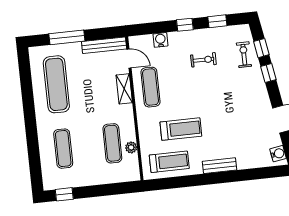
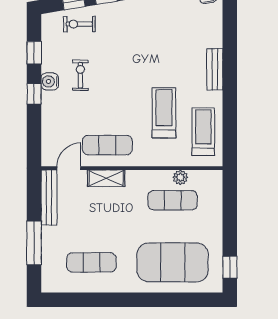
water cooler: (160, 40) -> (50, 81), moved
exercise mat: (56, 84) -> (91, 262), width x0.73, depth x0.69
exercise mat: (63, 149) -> (173, 262), width x2.00, depth x1.45

